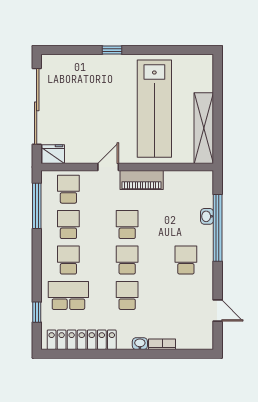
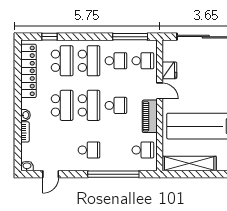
fridge: (53, 154) -> (169, 70), moved
school desk: (186, 189) -> (143, 150), added
washbasin: (207, 216) -> (27, 166), moved
school desk: (68, 260) -> (89, 61), width x1.85
school desk: (127, 260) -> (89, 105), width x1.85
school desk: (127, 295) -> (62, 105), width x1.85

